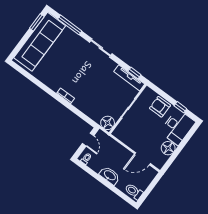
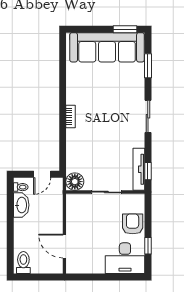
window: (70, 25) -> (148, 66), width x0.69
floor lamp: (168, 148) -> (95, 265), removed
washbasin: (110, 176) -> (21, 205), moved

